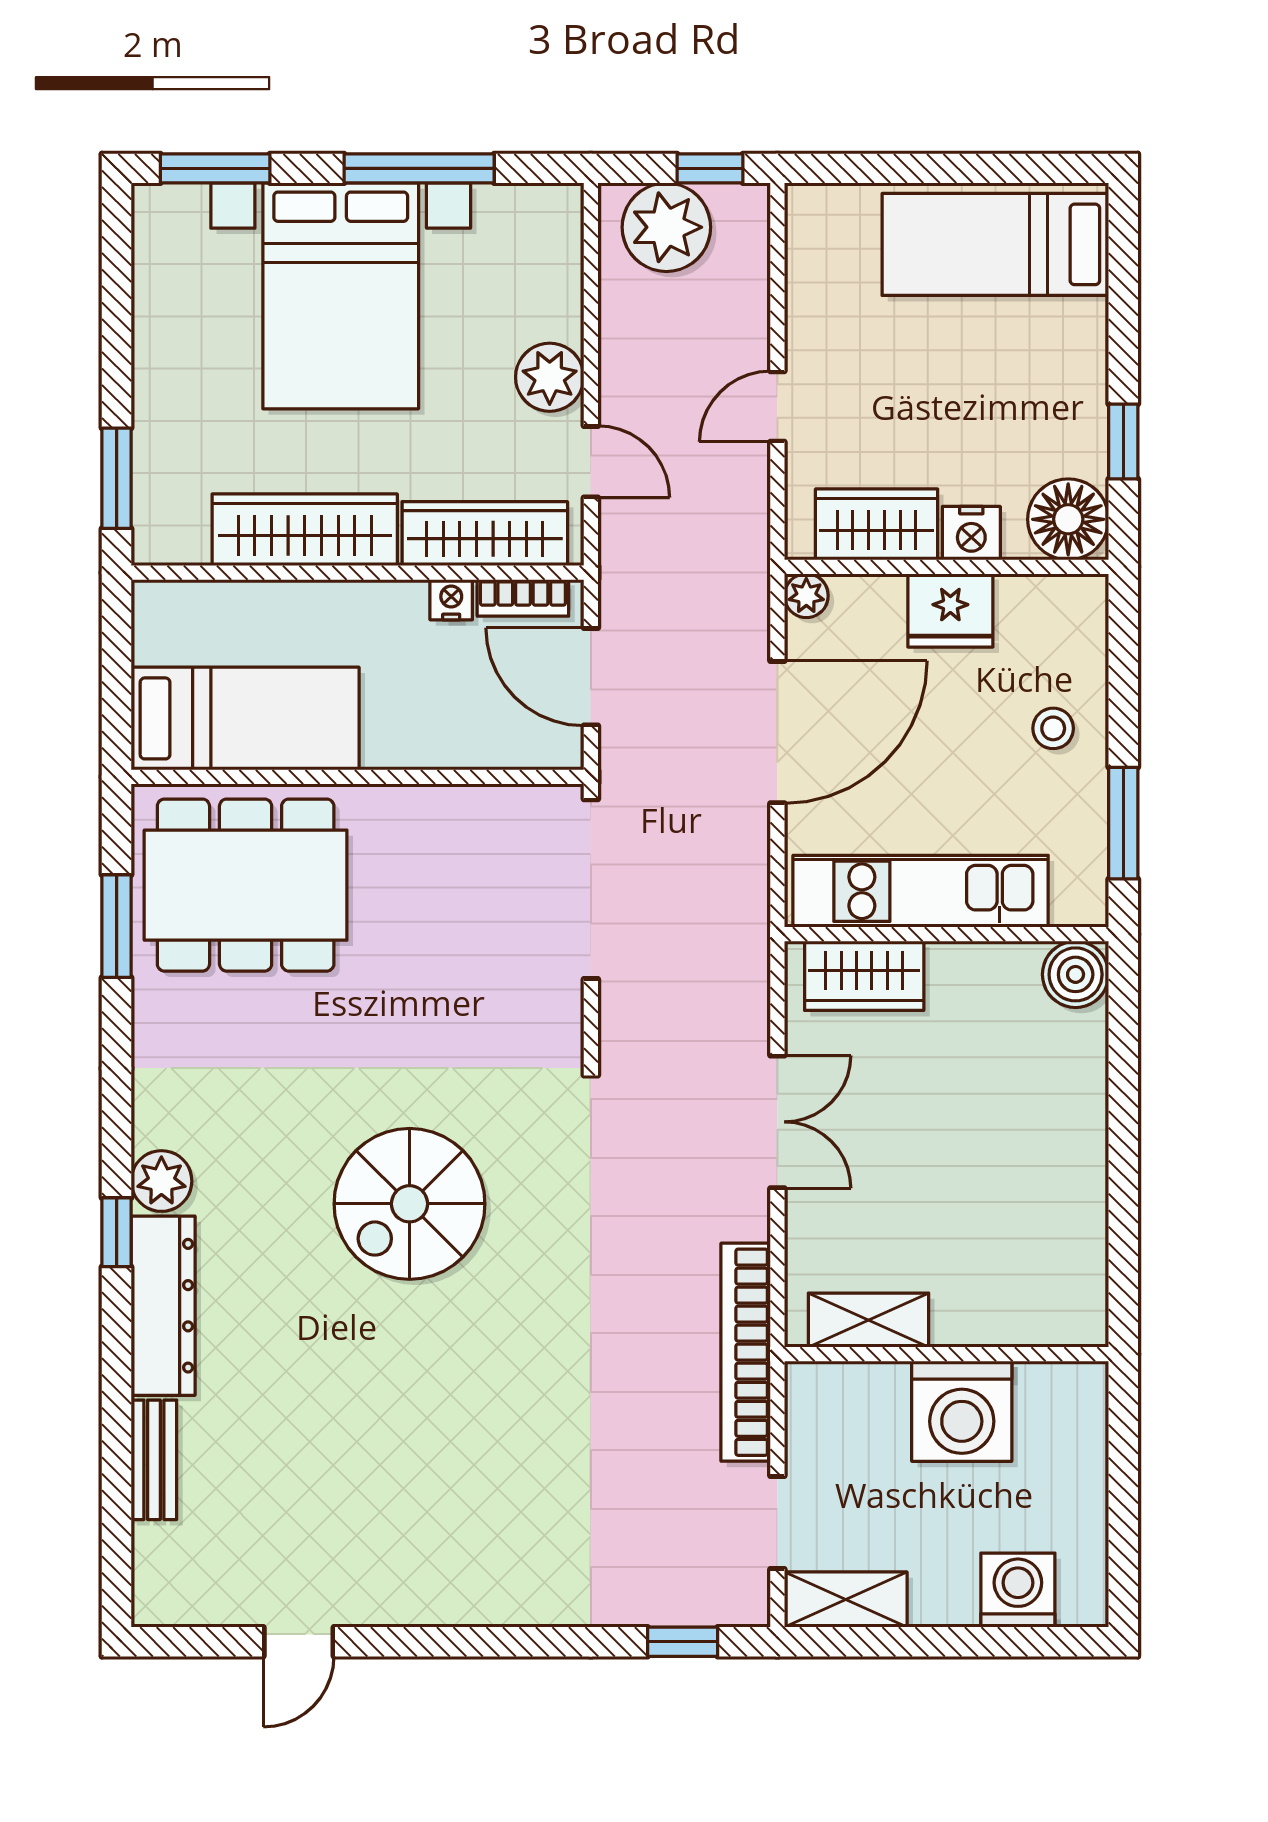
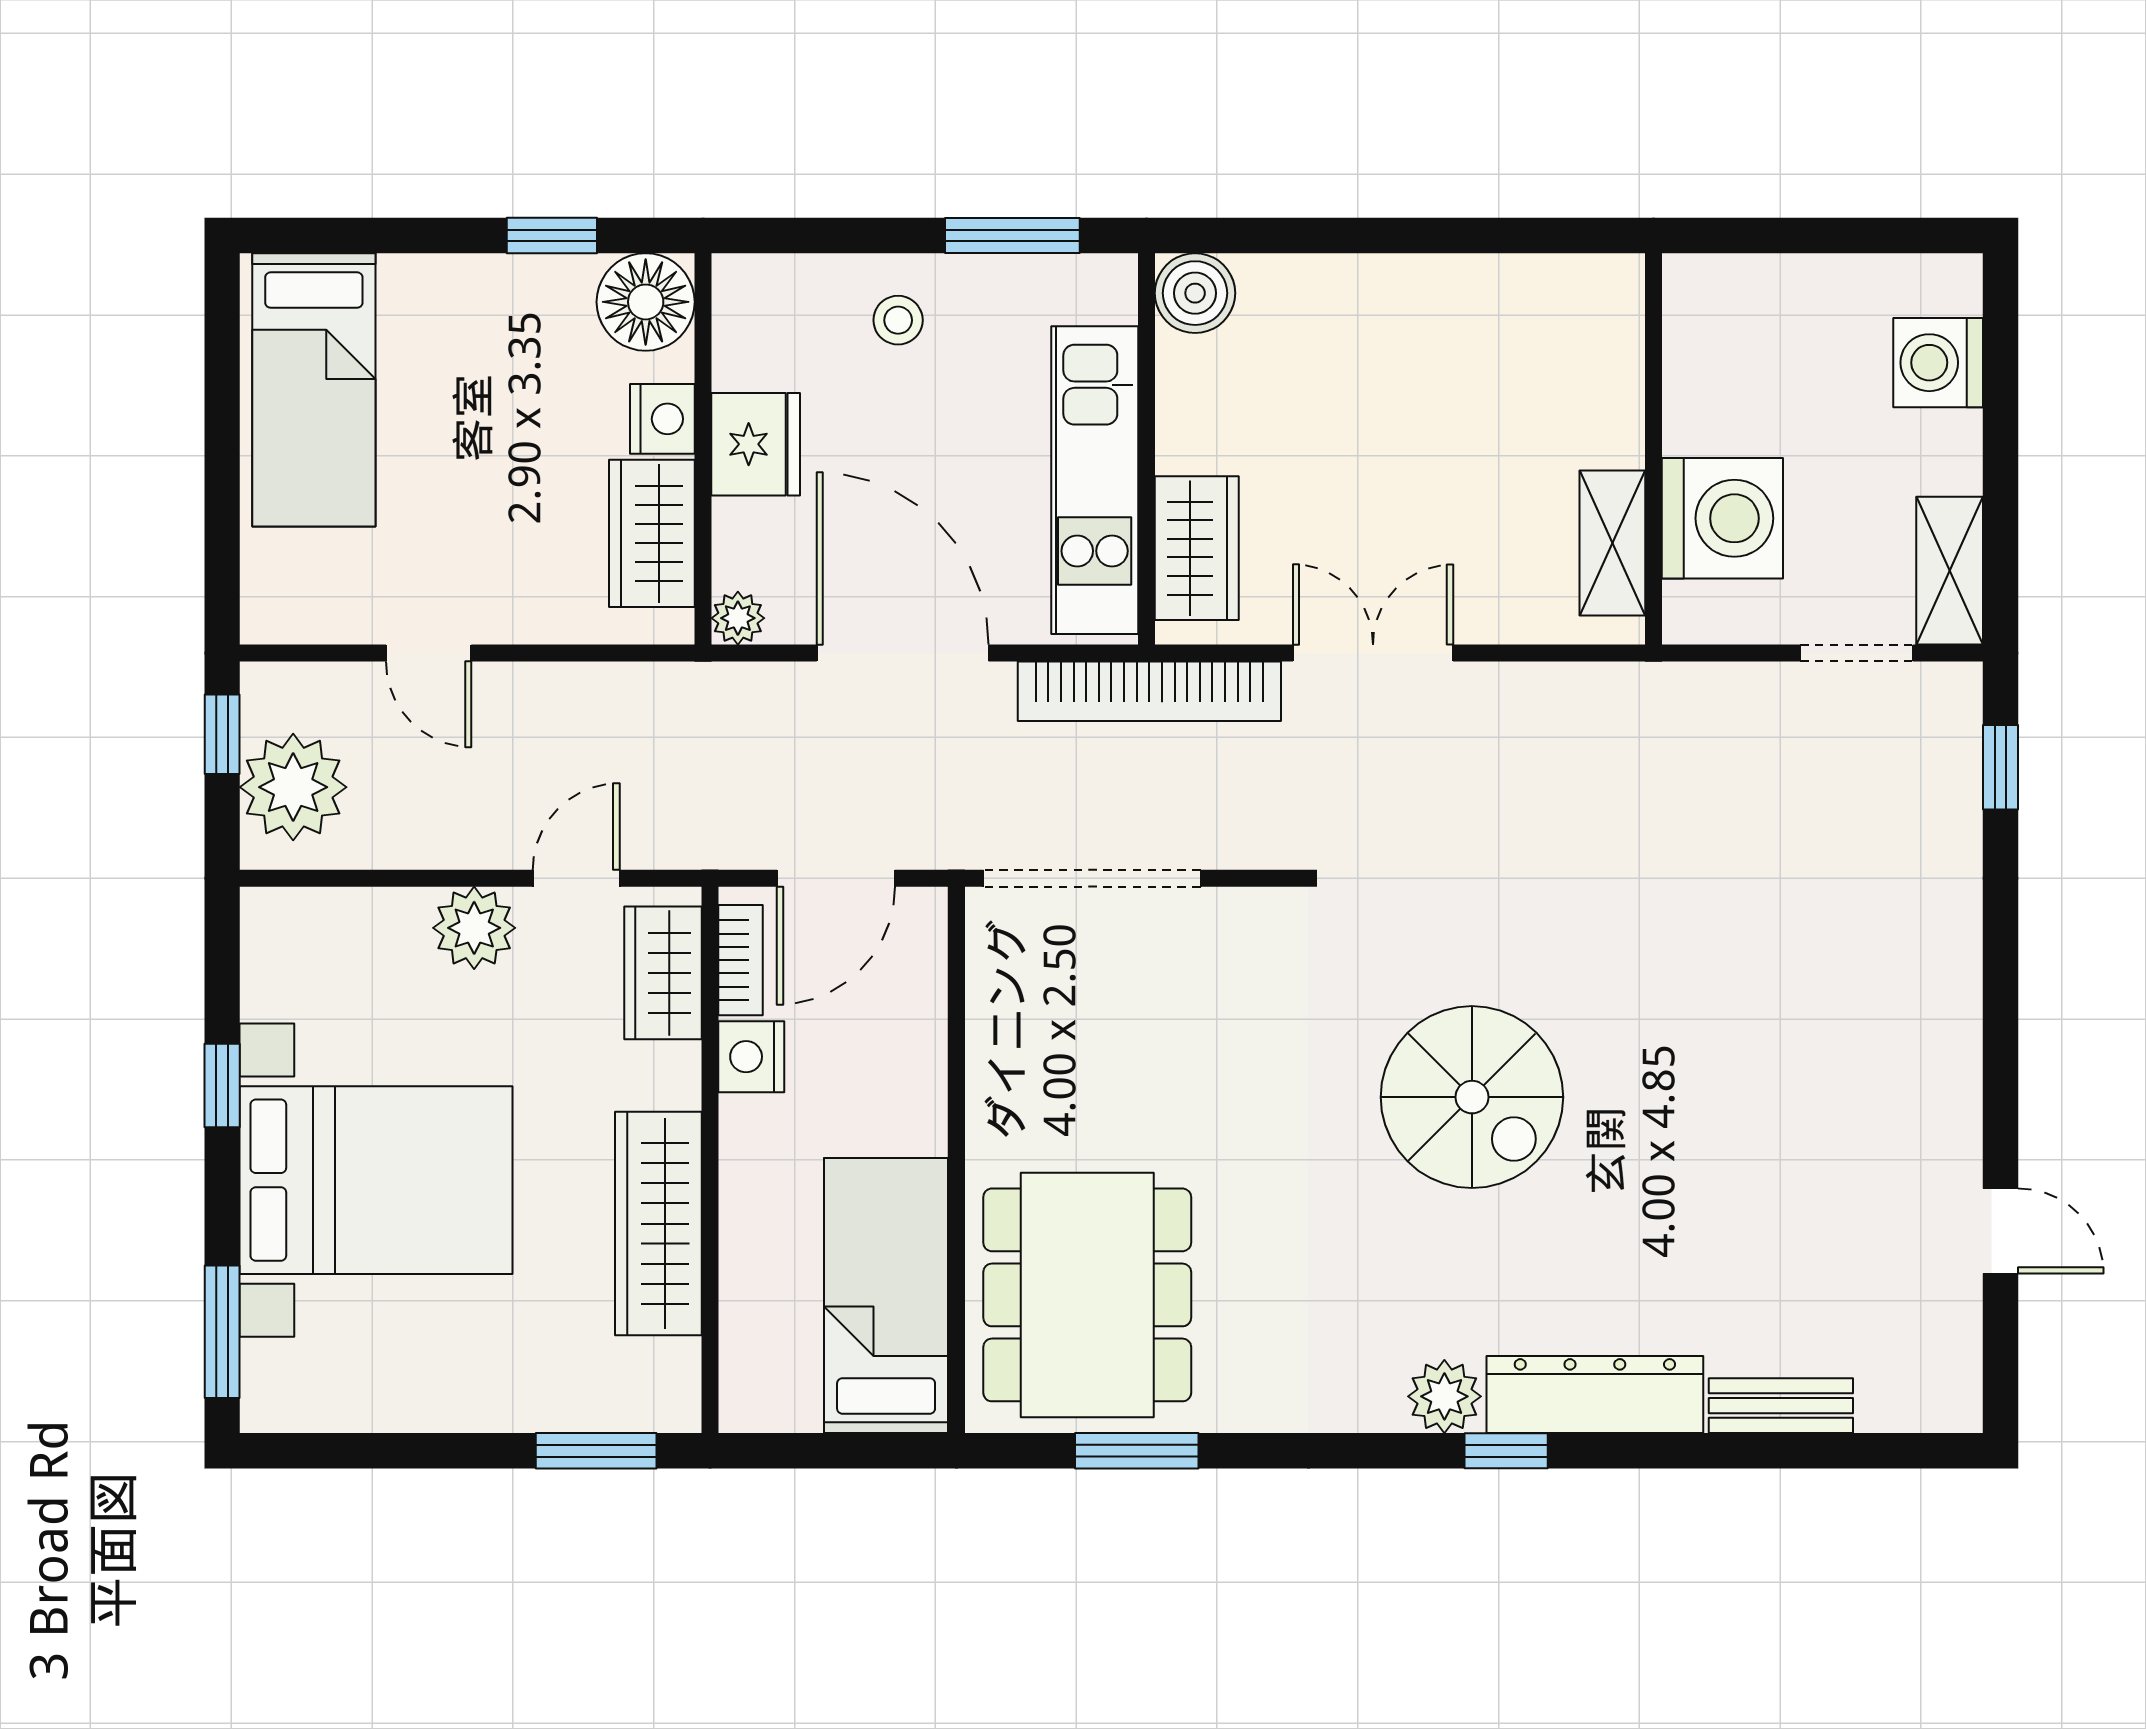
window: (419, 168) -> (222, 1085), width x0.46
door: (777, 407) -> (429, 653), moved
wardrobe: (485, 534) -> (663, 973), width x0.67
nightstand: (451, 600) -> (751, 1057), width x1.39, depth x1.35
bookcase: (746, 1352) -> (1149, 691), moved
washing machine: (962, 1411) -> (1722, 518), moved

